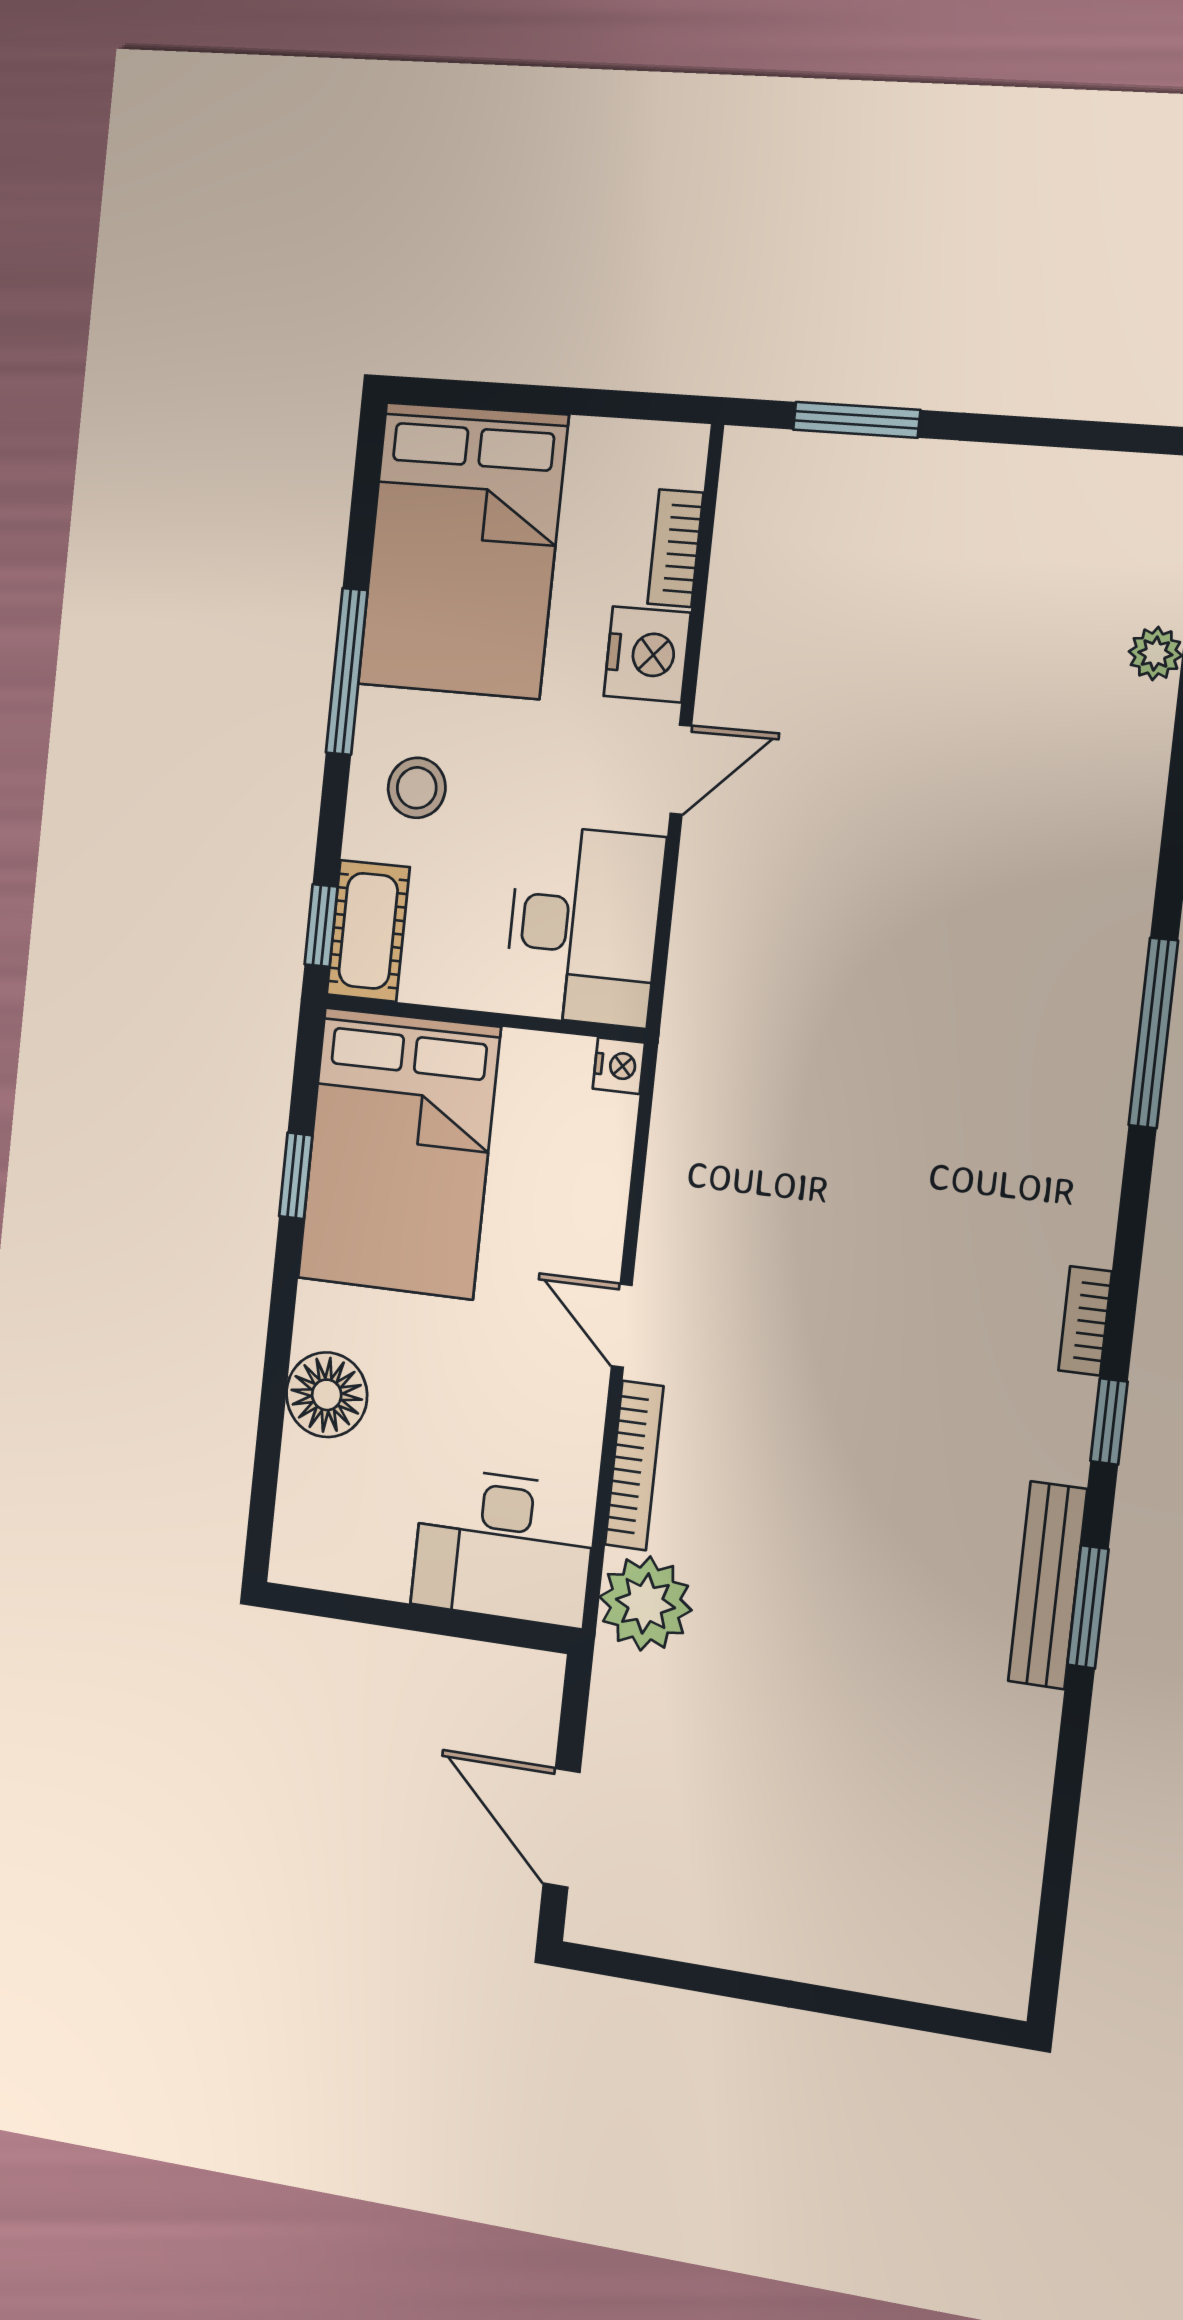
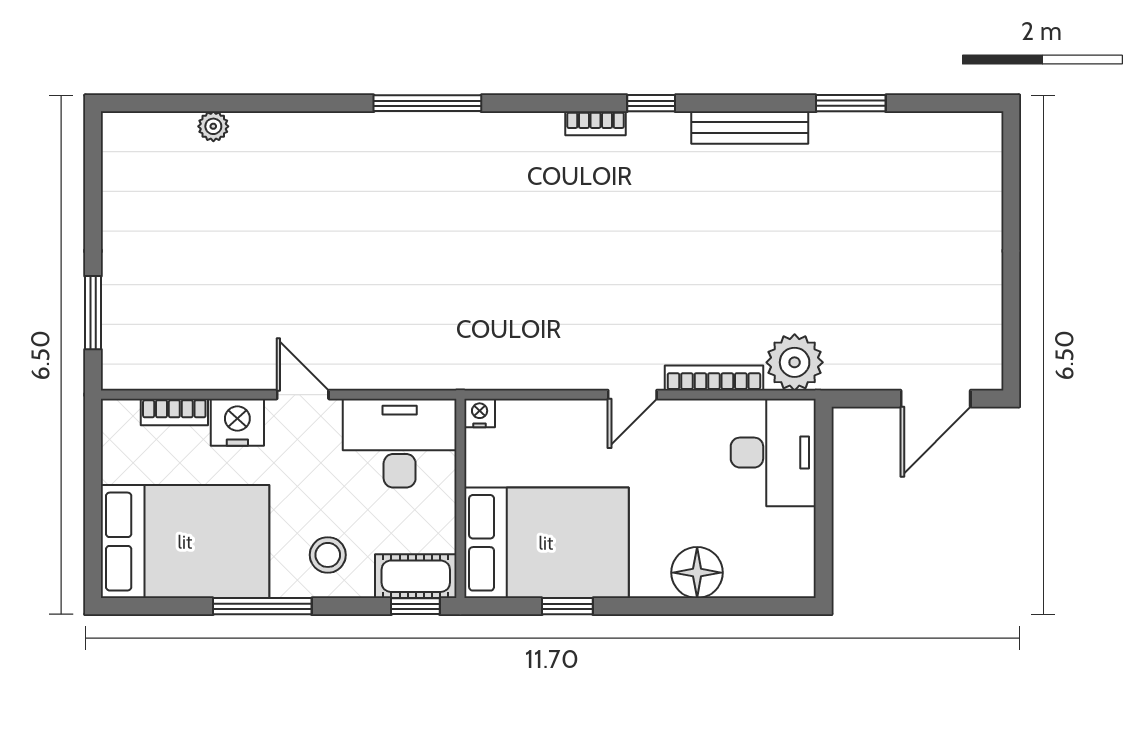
window: (1088, 1607) -> (851, 103), moved

